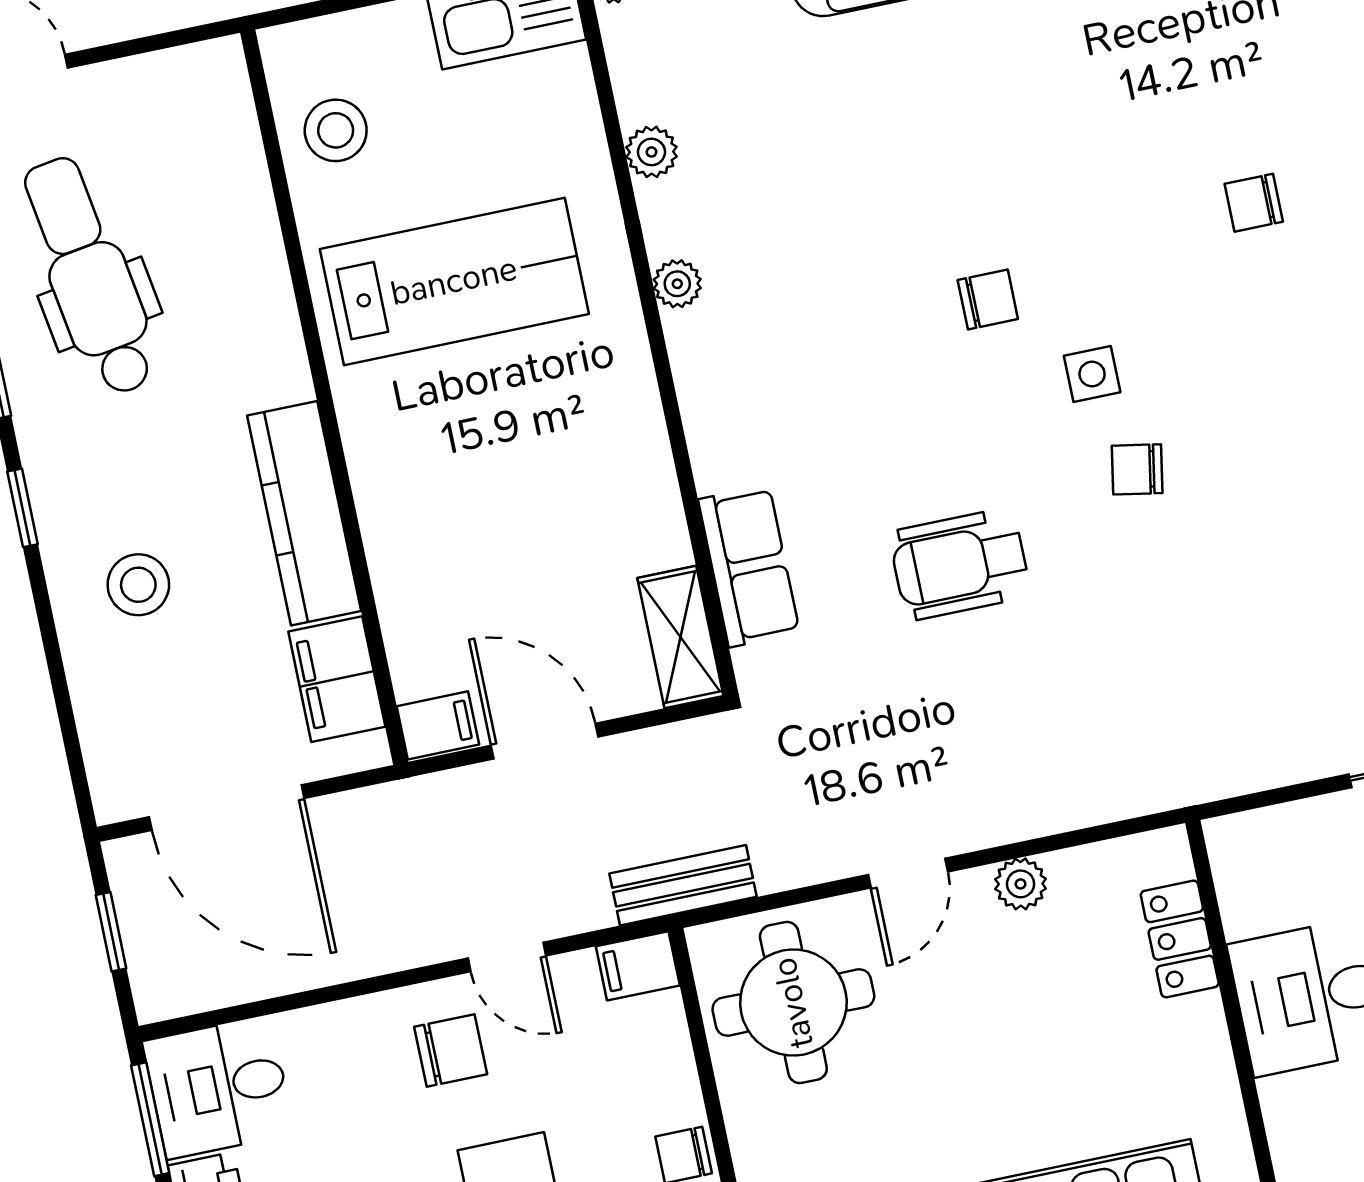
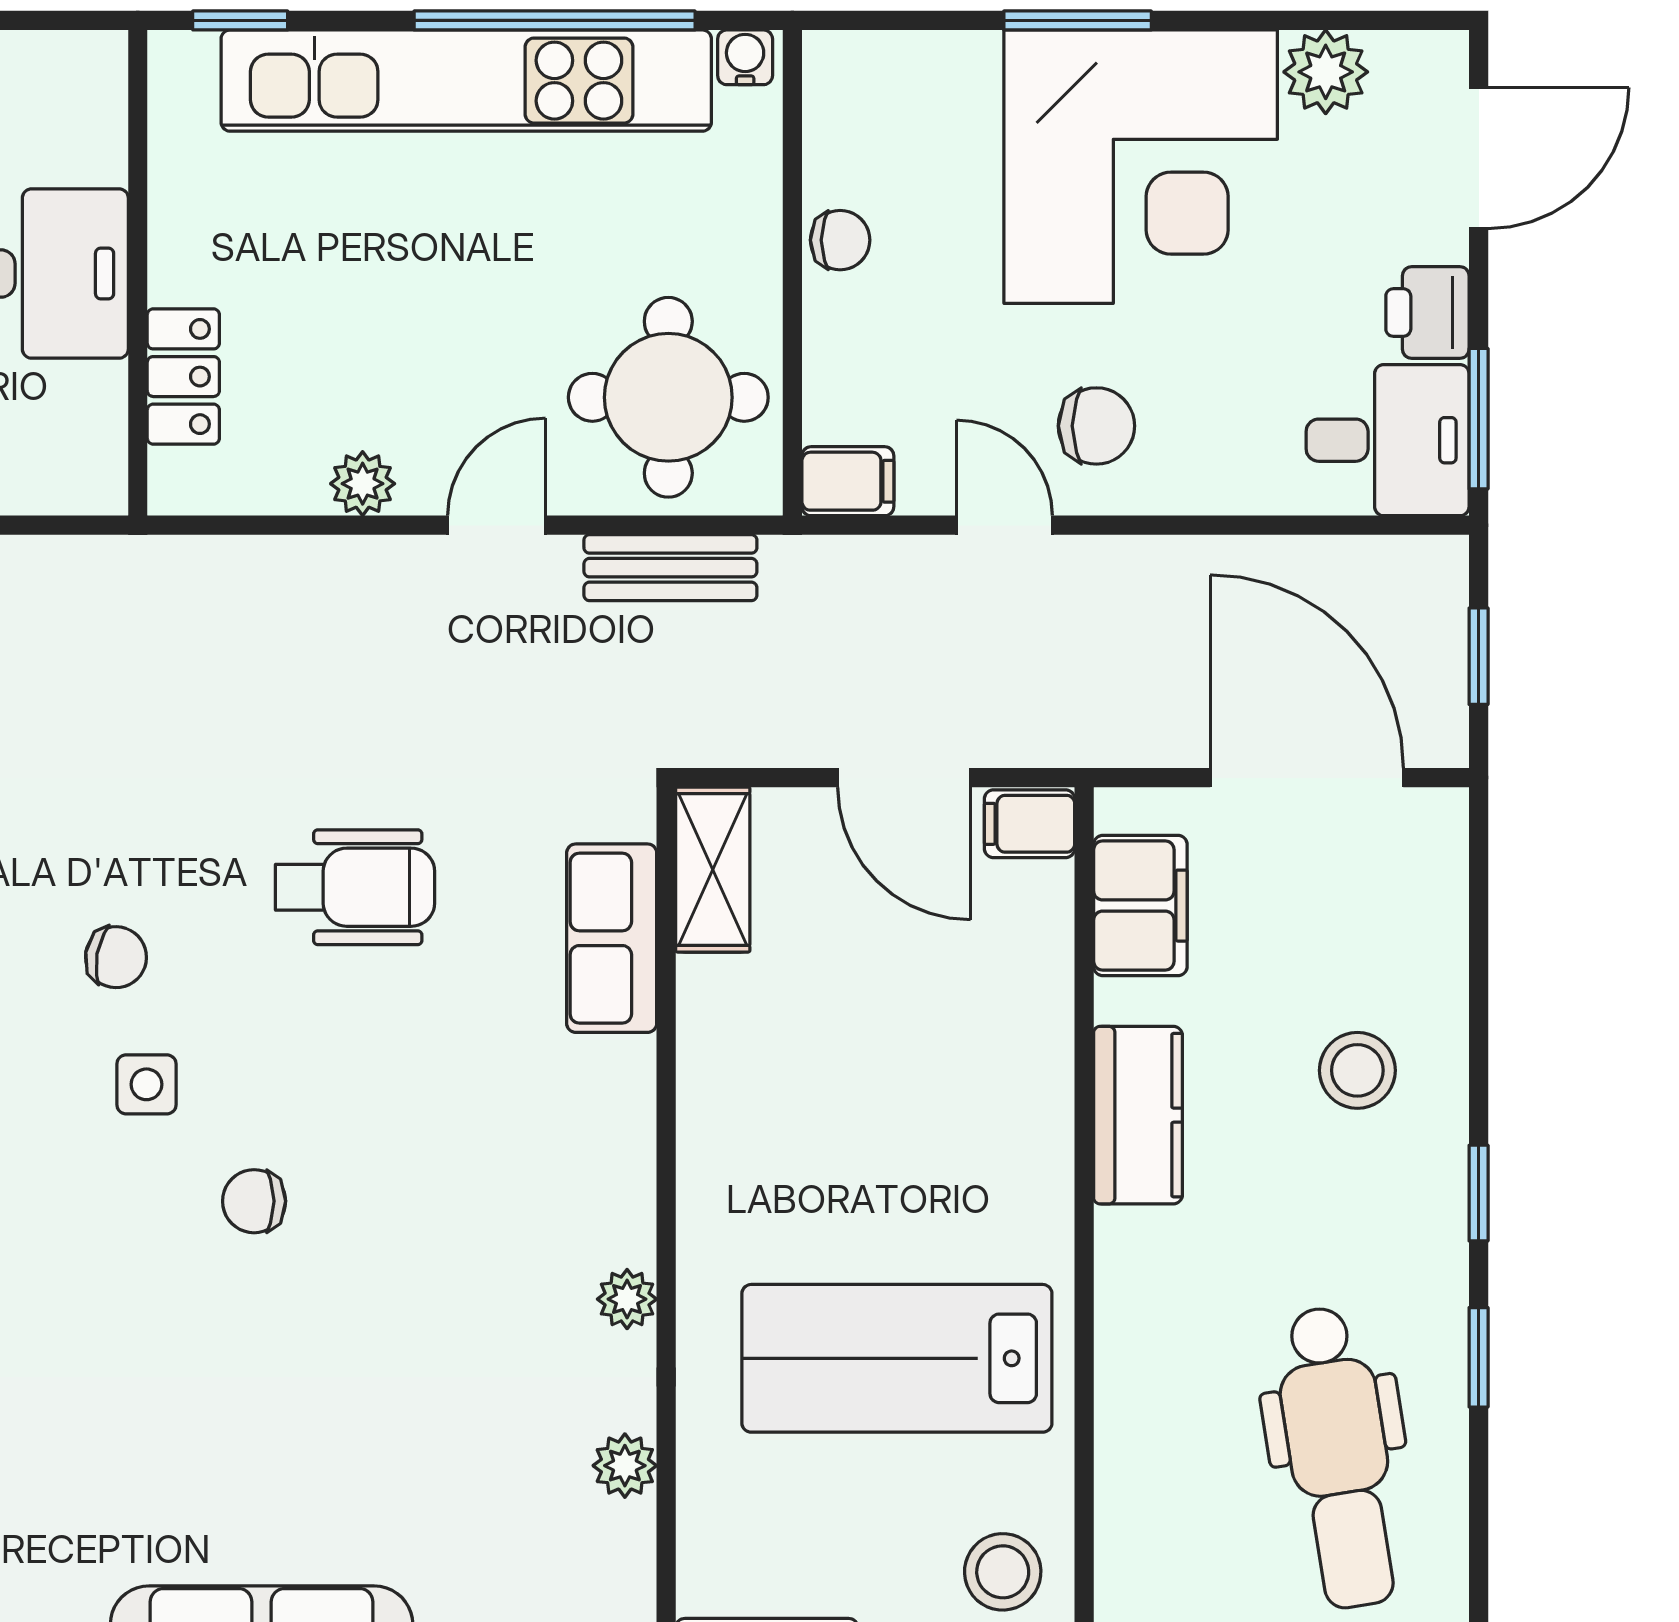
kitchen counter: (304, 513) -> (1138, 1115), width x0.67
bench: (683, 885) -> (670, 568), moved
chair: (451, 1051) -> (1096, 426), turned 180

